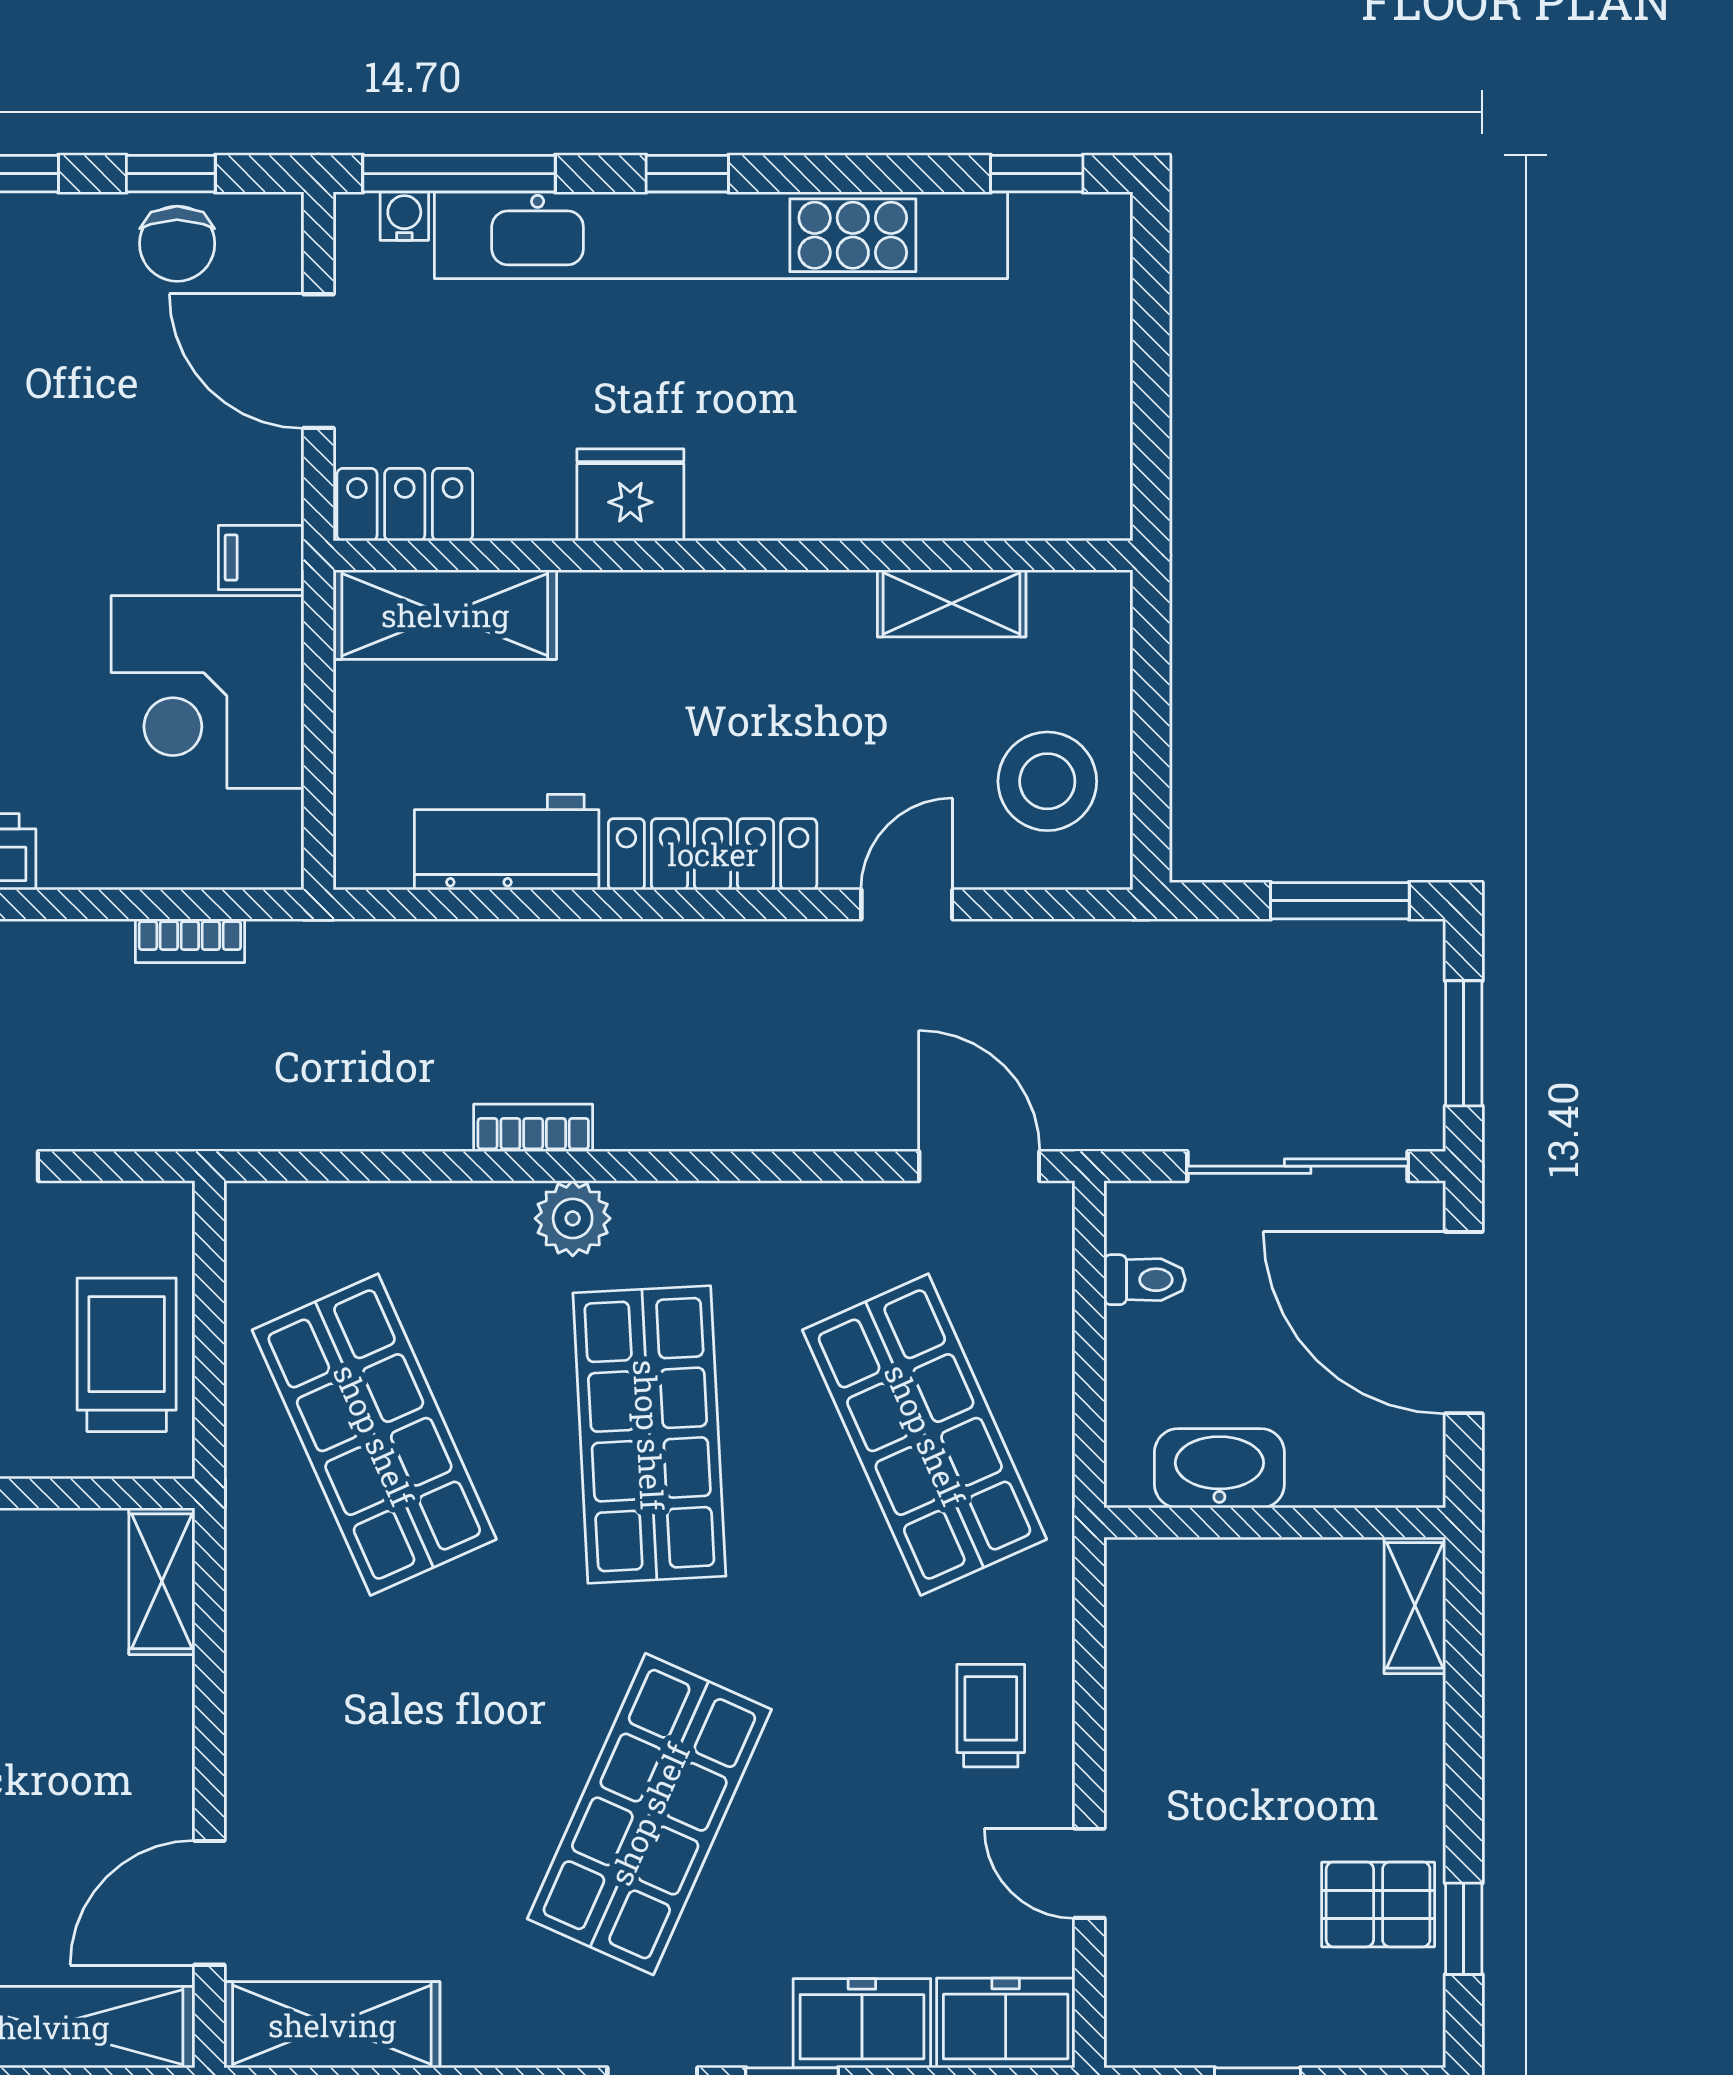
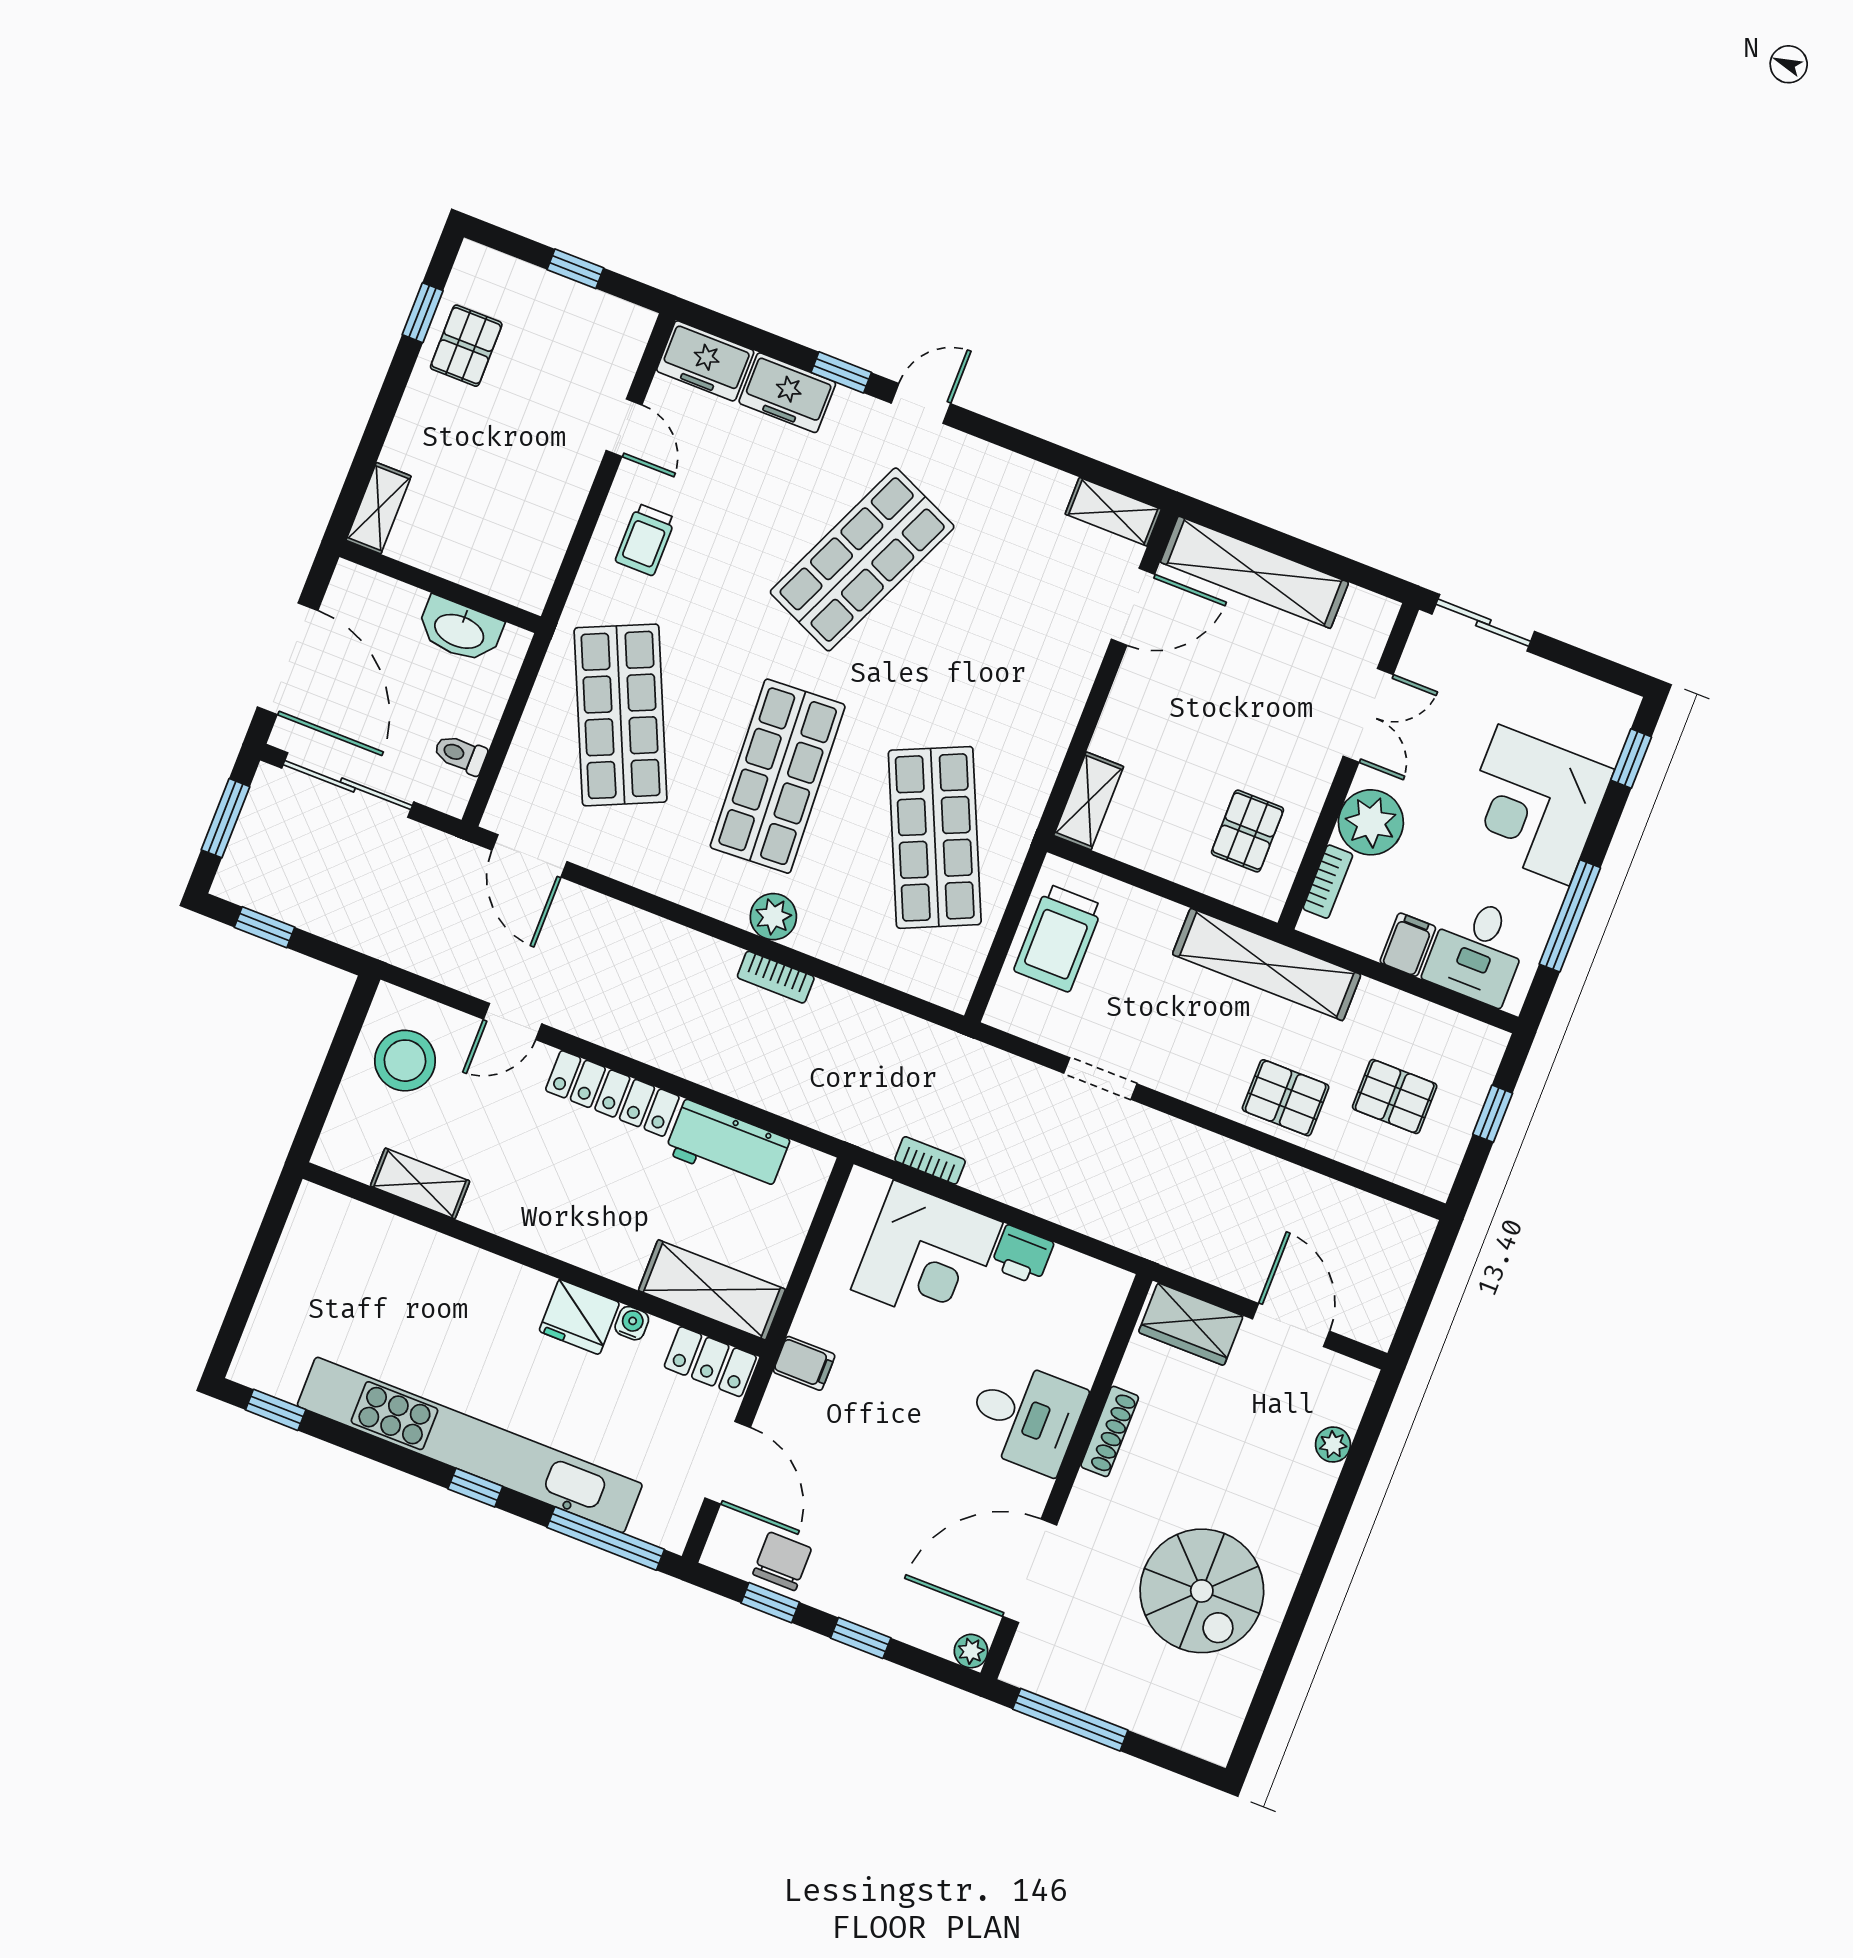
water cooler: (404, 216) -> (632, 1323), moved, turned 180
corner desk: (208, 692) -> (927, 1256), moved, turned 90
window: (1340, 901) -> (265, 927), width x0.67
pallet: (1378, 1904) -> (466, 346), turned 90
shelving: (332, 2025) -> (1113, 512), width x0.67, depth x0.75

